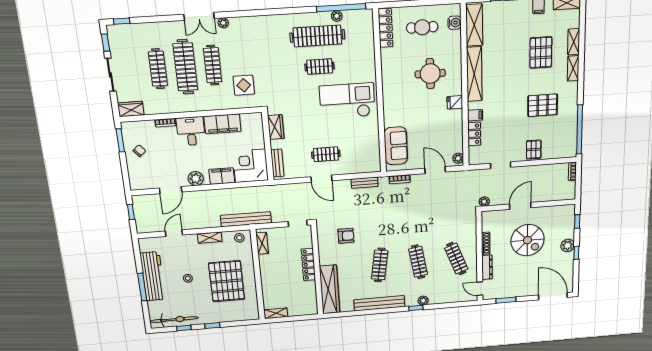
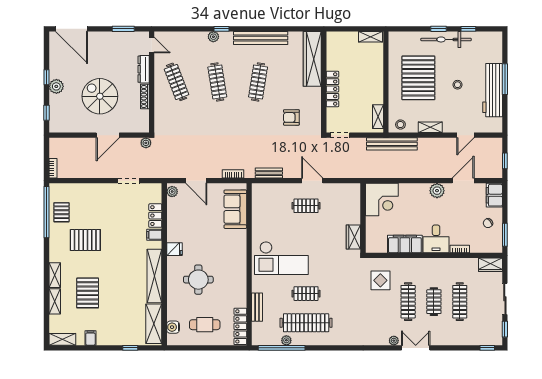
clothes rail: (185, 67) -> (434, 302), width x0.54, depth x0.76
pallet: (534, 150) -> (61, 212), moved
bench: (277, 163) -> (257, 307), moved
filing cabinet: (222, 176) -> (494, 195), moved, turned 90
bicycle: (174, 320) -> (446, 39), moved

